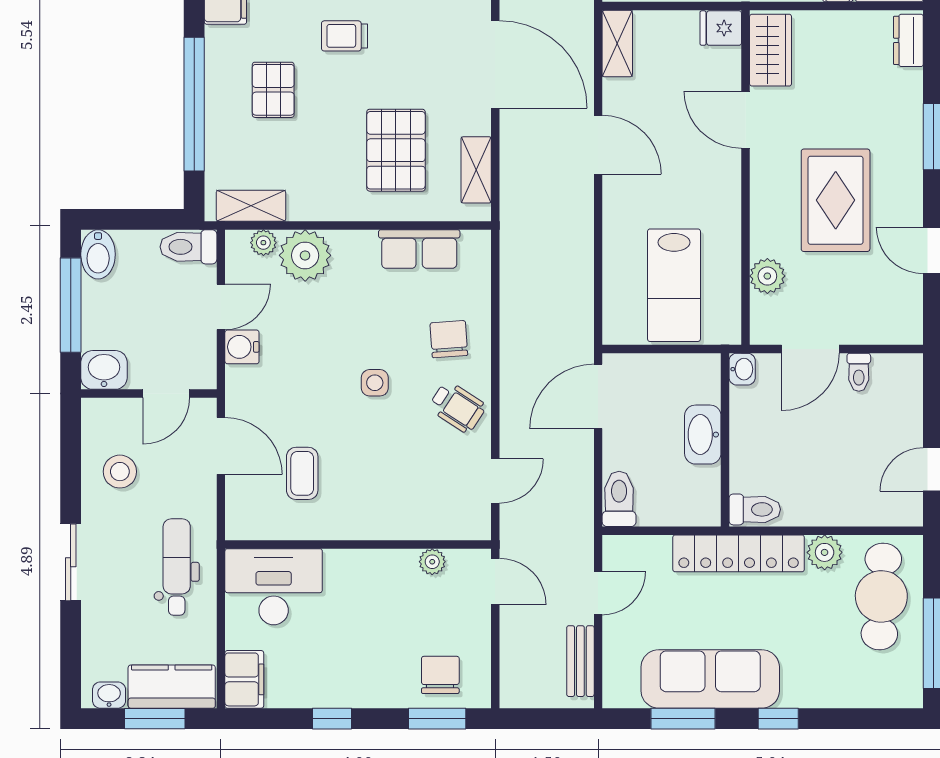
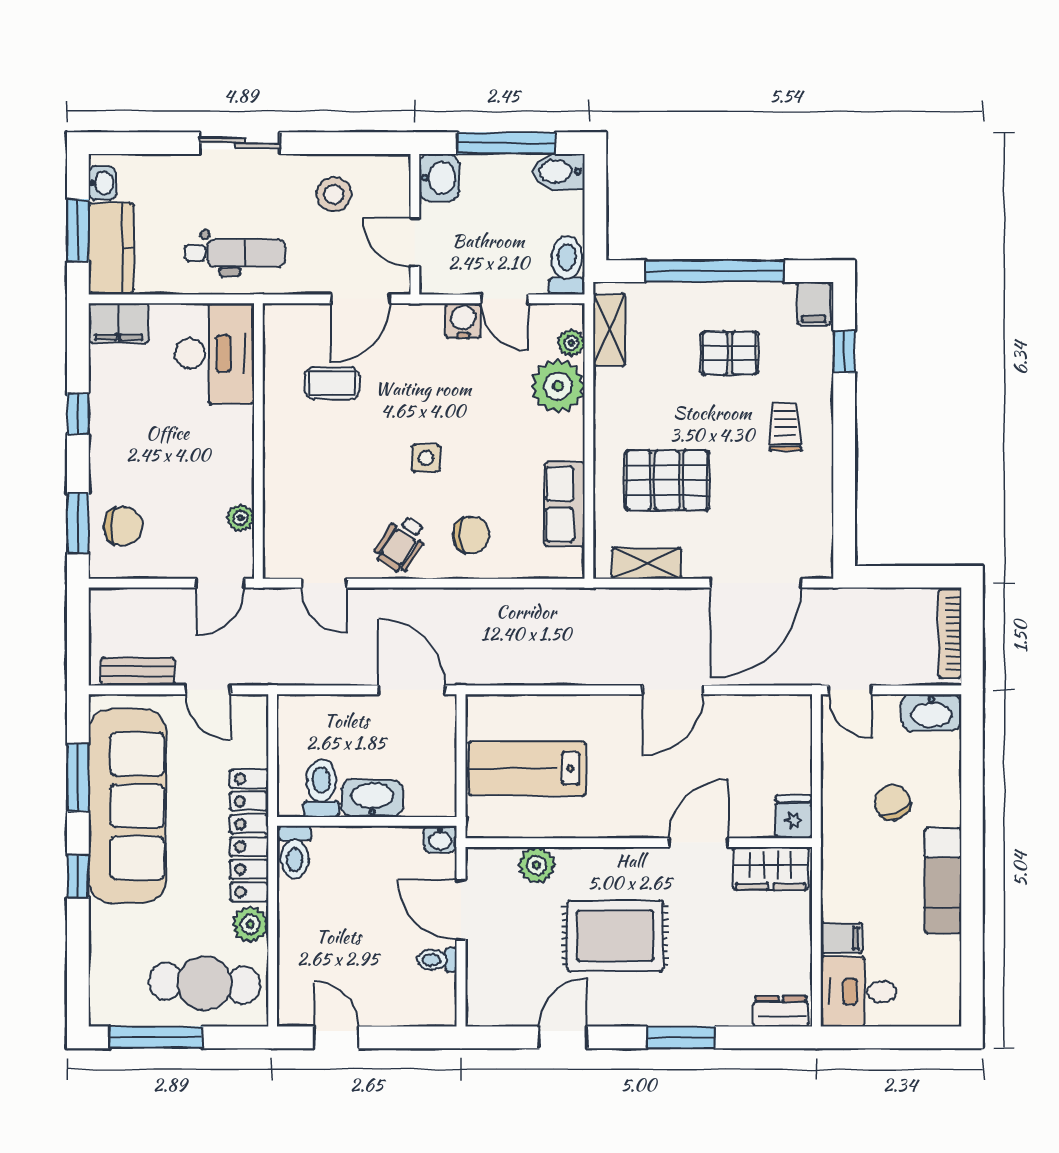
shelving: (617, 44) -> (778, 710), removed
toilet: (619, 499) -> (321, 788), moved, turned -90
sofa: (710, 679) -> (127, 806), width x1.36, depth x1.27

